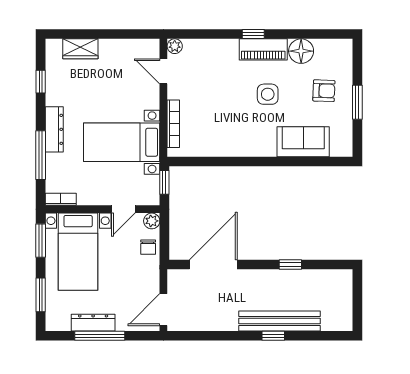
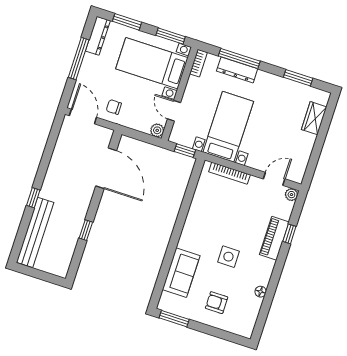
window: (253, 34) -> (289, 234), moved
piano: (263, 49) -> (274, 238), moved
floor lamp: (301, 51) -> (261, 292), width x0.53, depth x0.53
window: (41, 82) -> (298, 78), width x1.50
armchair: (324, 91) -> (217, 303), turned 88
window: (357, 102) -> (174, 319), moved
dresser: (54, 129) -> (237, 70), moved
chair: (148, 247) -> (114, 107), moved
bench: (279, 321) -> (35, 232), moved
dresser: (93, 323) -> (98, 36), moved

